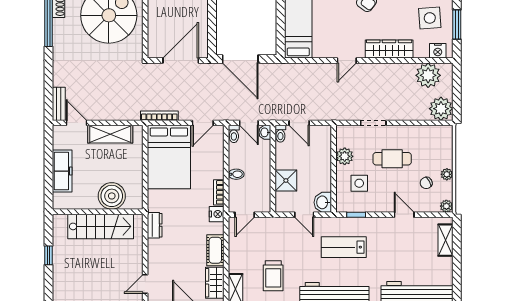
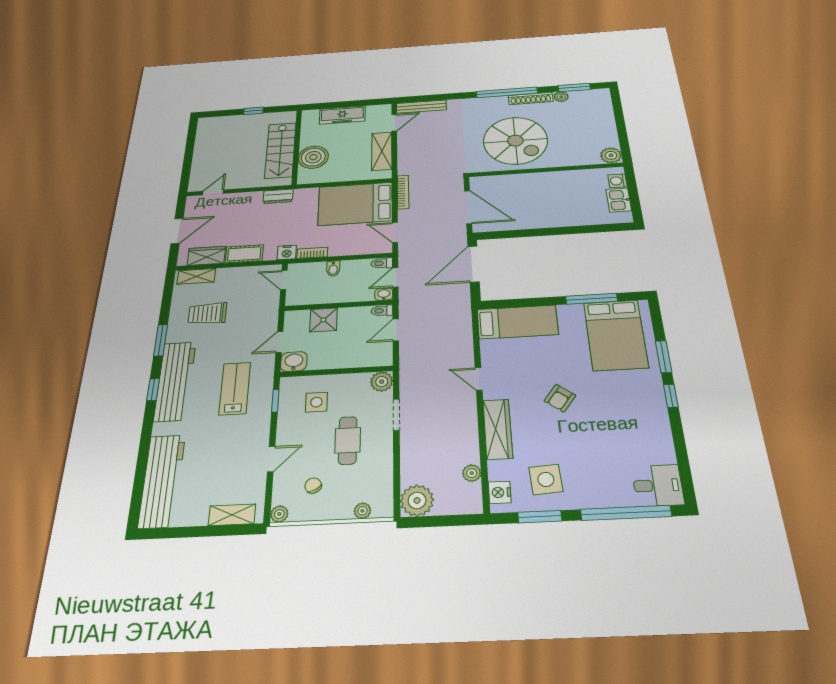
plant: (428, 75) -> (472, 473), width x0.53, depth x0.53
bench: (59, 104) -> (421, 107), width x1.36
plant: (345, 156) -> (382, 382), moved
plant: (447, 174) -> (362, 511), moved
door: (145, 284) -> (213, 192), hinge flipped

